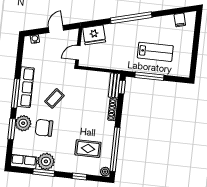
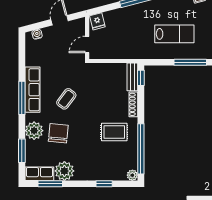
fridge: (94, 35) -> (97, 21), width x0.53, depth x0.75
window: (149, 76) -> (190, 62), moved
chair: (44, 128) -> (58, 133), turned 95
window: (12, 129) -> (22, 151), moved
rug: (88, 149) -> (114, 132), moved
window: (44, 173) -> (50, 184), moved

